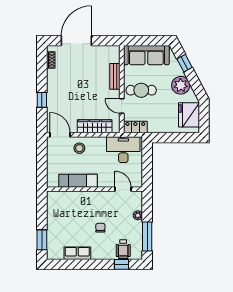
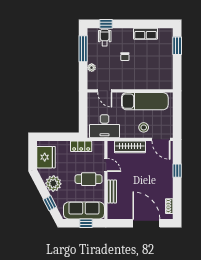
door: (76, 41) -> (146, 223), swing flipped
window: (144, 41) -> (86, 223), added
locker: (135, 127) -> (81, 146), moved
exam couch: (78, 181) -> (145, 101), width x1.36, depth x1.45

